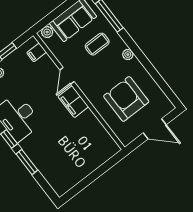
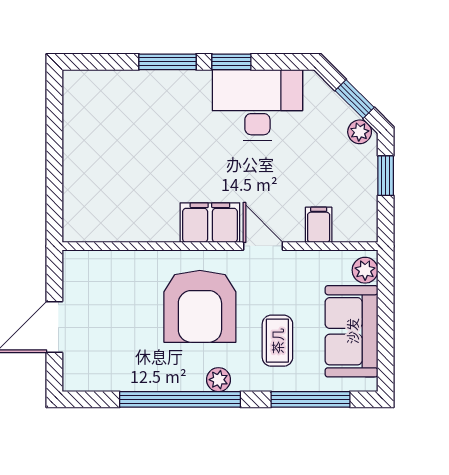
filing cabinet: (37, 52) -> (319, 225), moved
window: (146, 63) -> (180, 399), added
armchair: (126, 99) -> (200, 306), moved, turned 90

